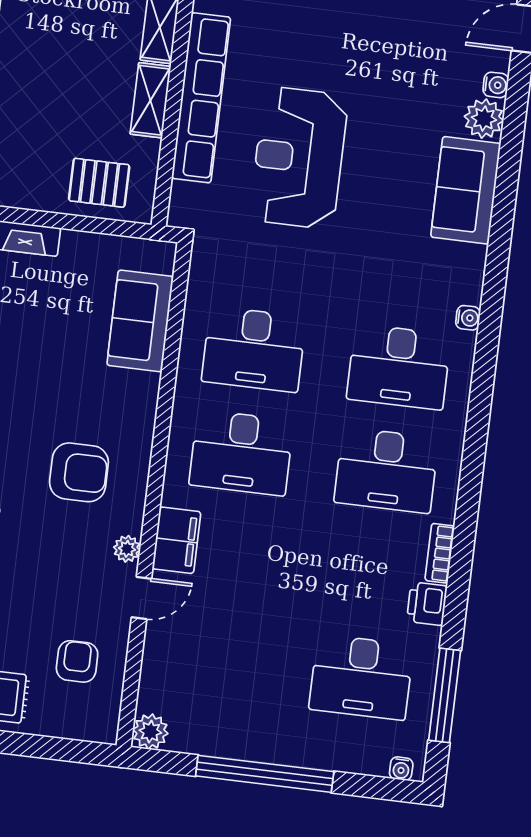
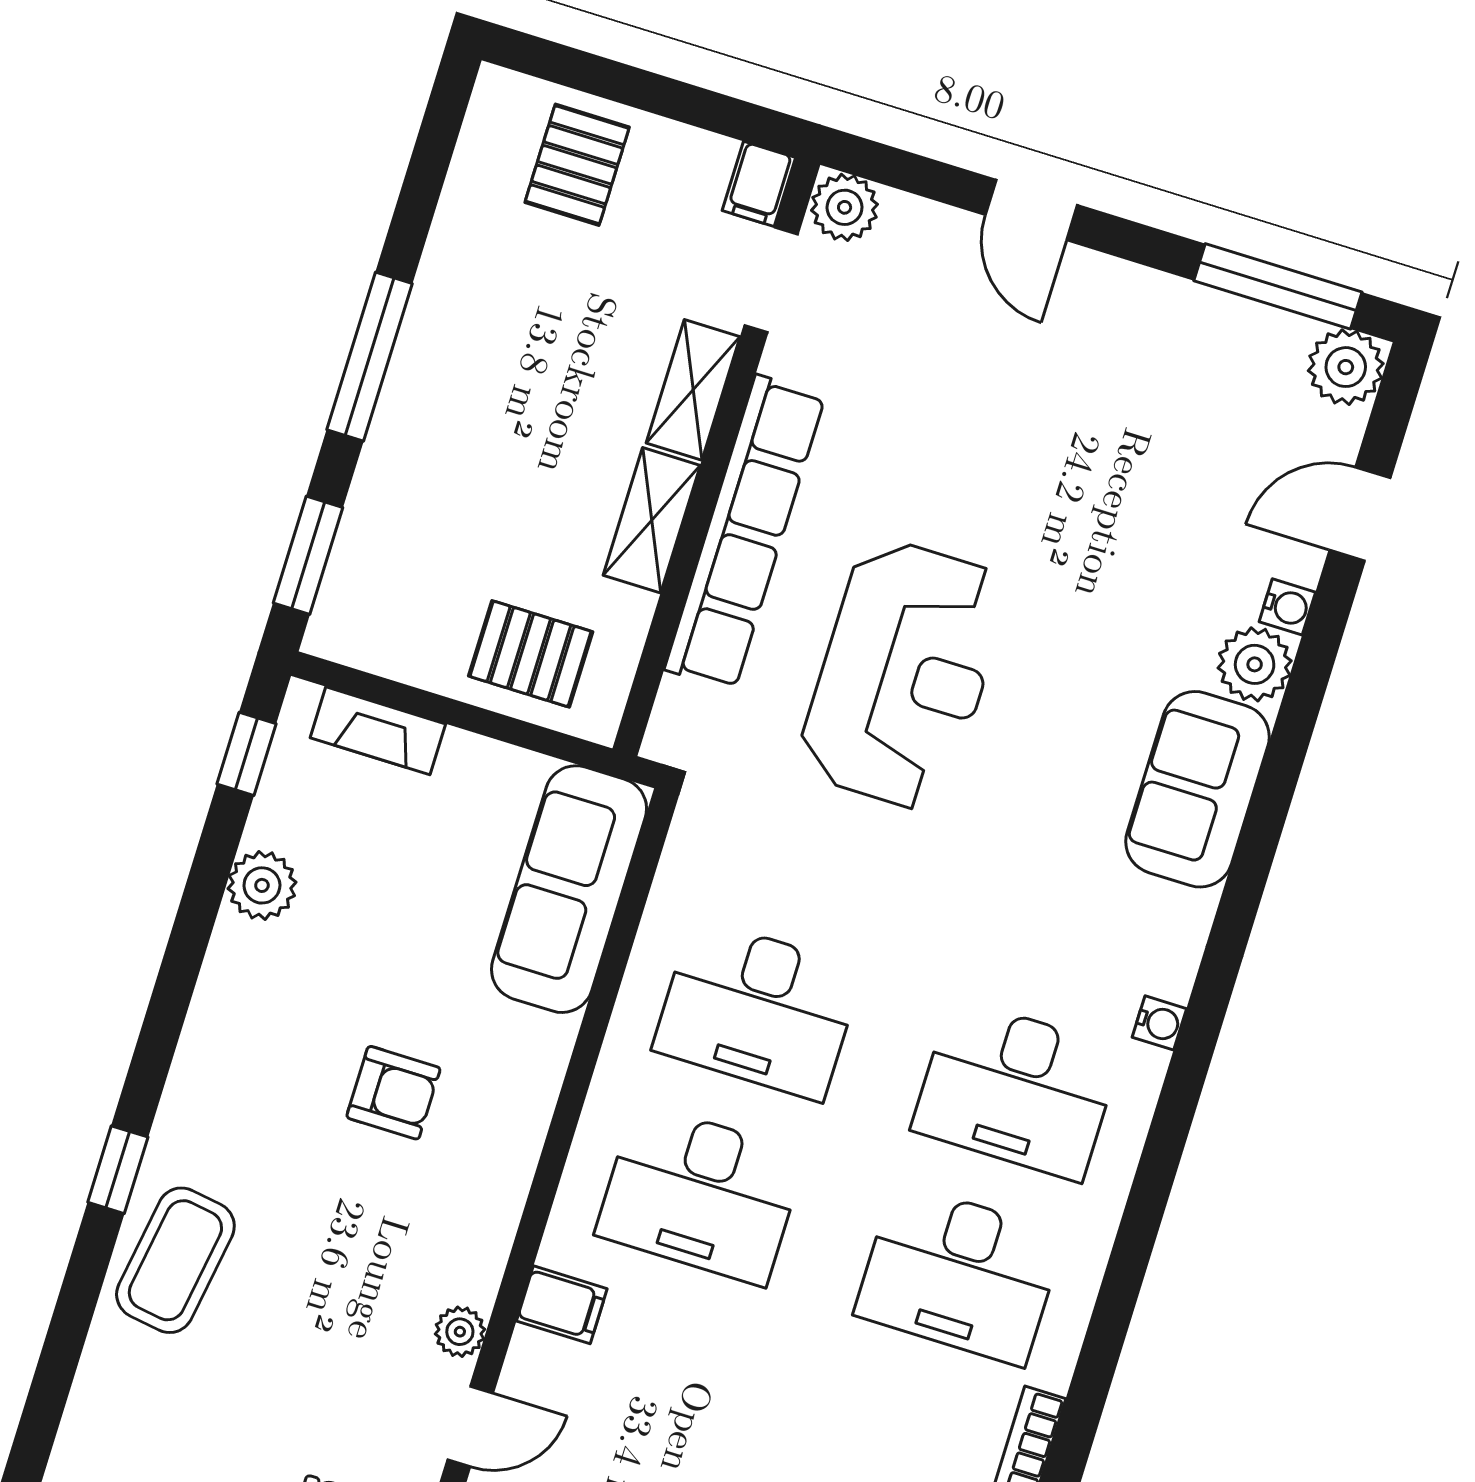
reception desk: (299, 158) -> (904, 674), turned 180
sofa: (140, 321) -> (569, 889), width x1.36
armchair: (79, 472) -> (393, 1093), moved, width x0.72, depth x0.72
filing cabinet: (176, 540) -> (562, 1305), width x0.50

